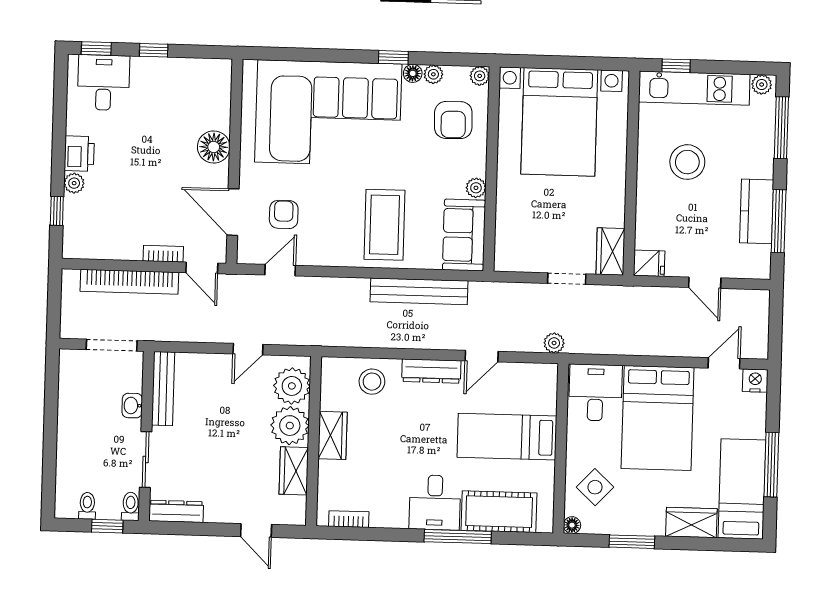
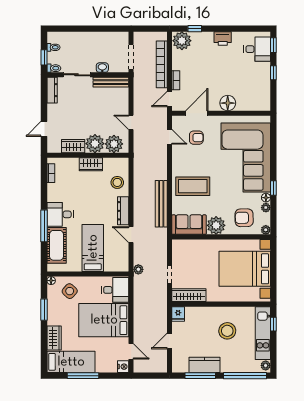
window: (781, 128) -> (245, 376), width x1.46
plant: (74, 183) -> (182, 41), moved, width x1.88, depth x1.88
plant: (476, 188) -> (216, 225), width x1.87, depth x1.87
wardrobe: (610, 251) -> (189, 295), width x1.50

